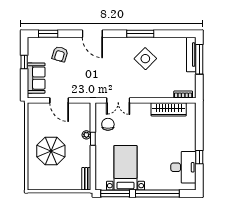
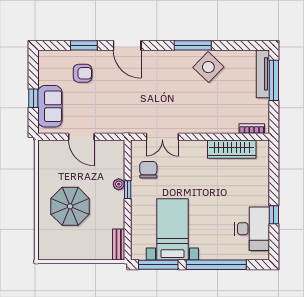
window: (48, 34) -> (84, 45), moved
armchair: (60, 54) -> (83, 73), turned -107
side table: (145, 59) -> (208, 67), moved
window: (24, 62) -> (33, 98), moved

